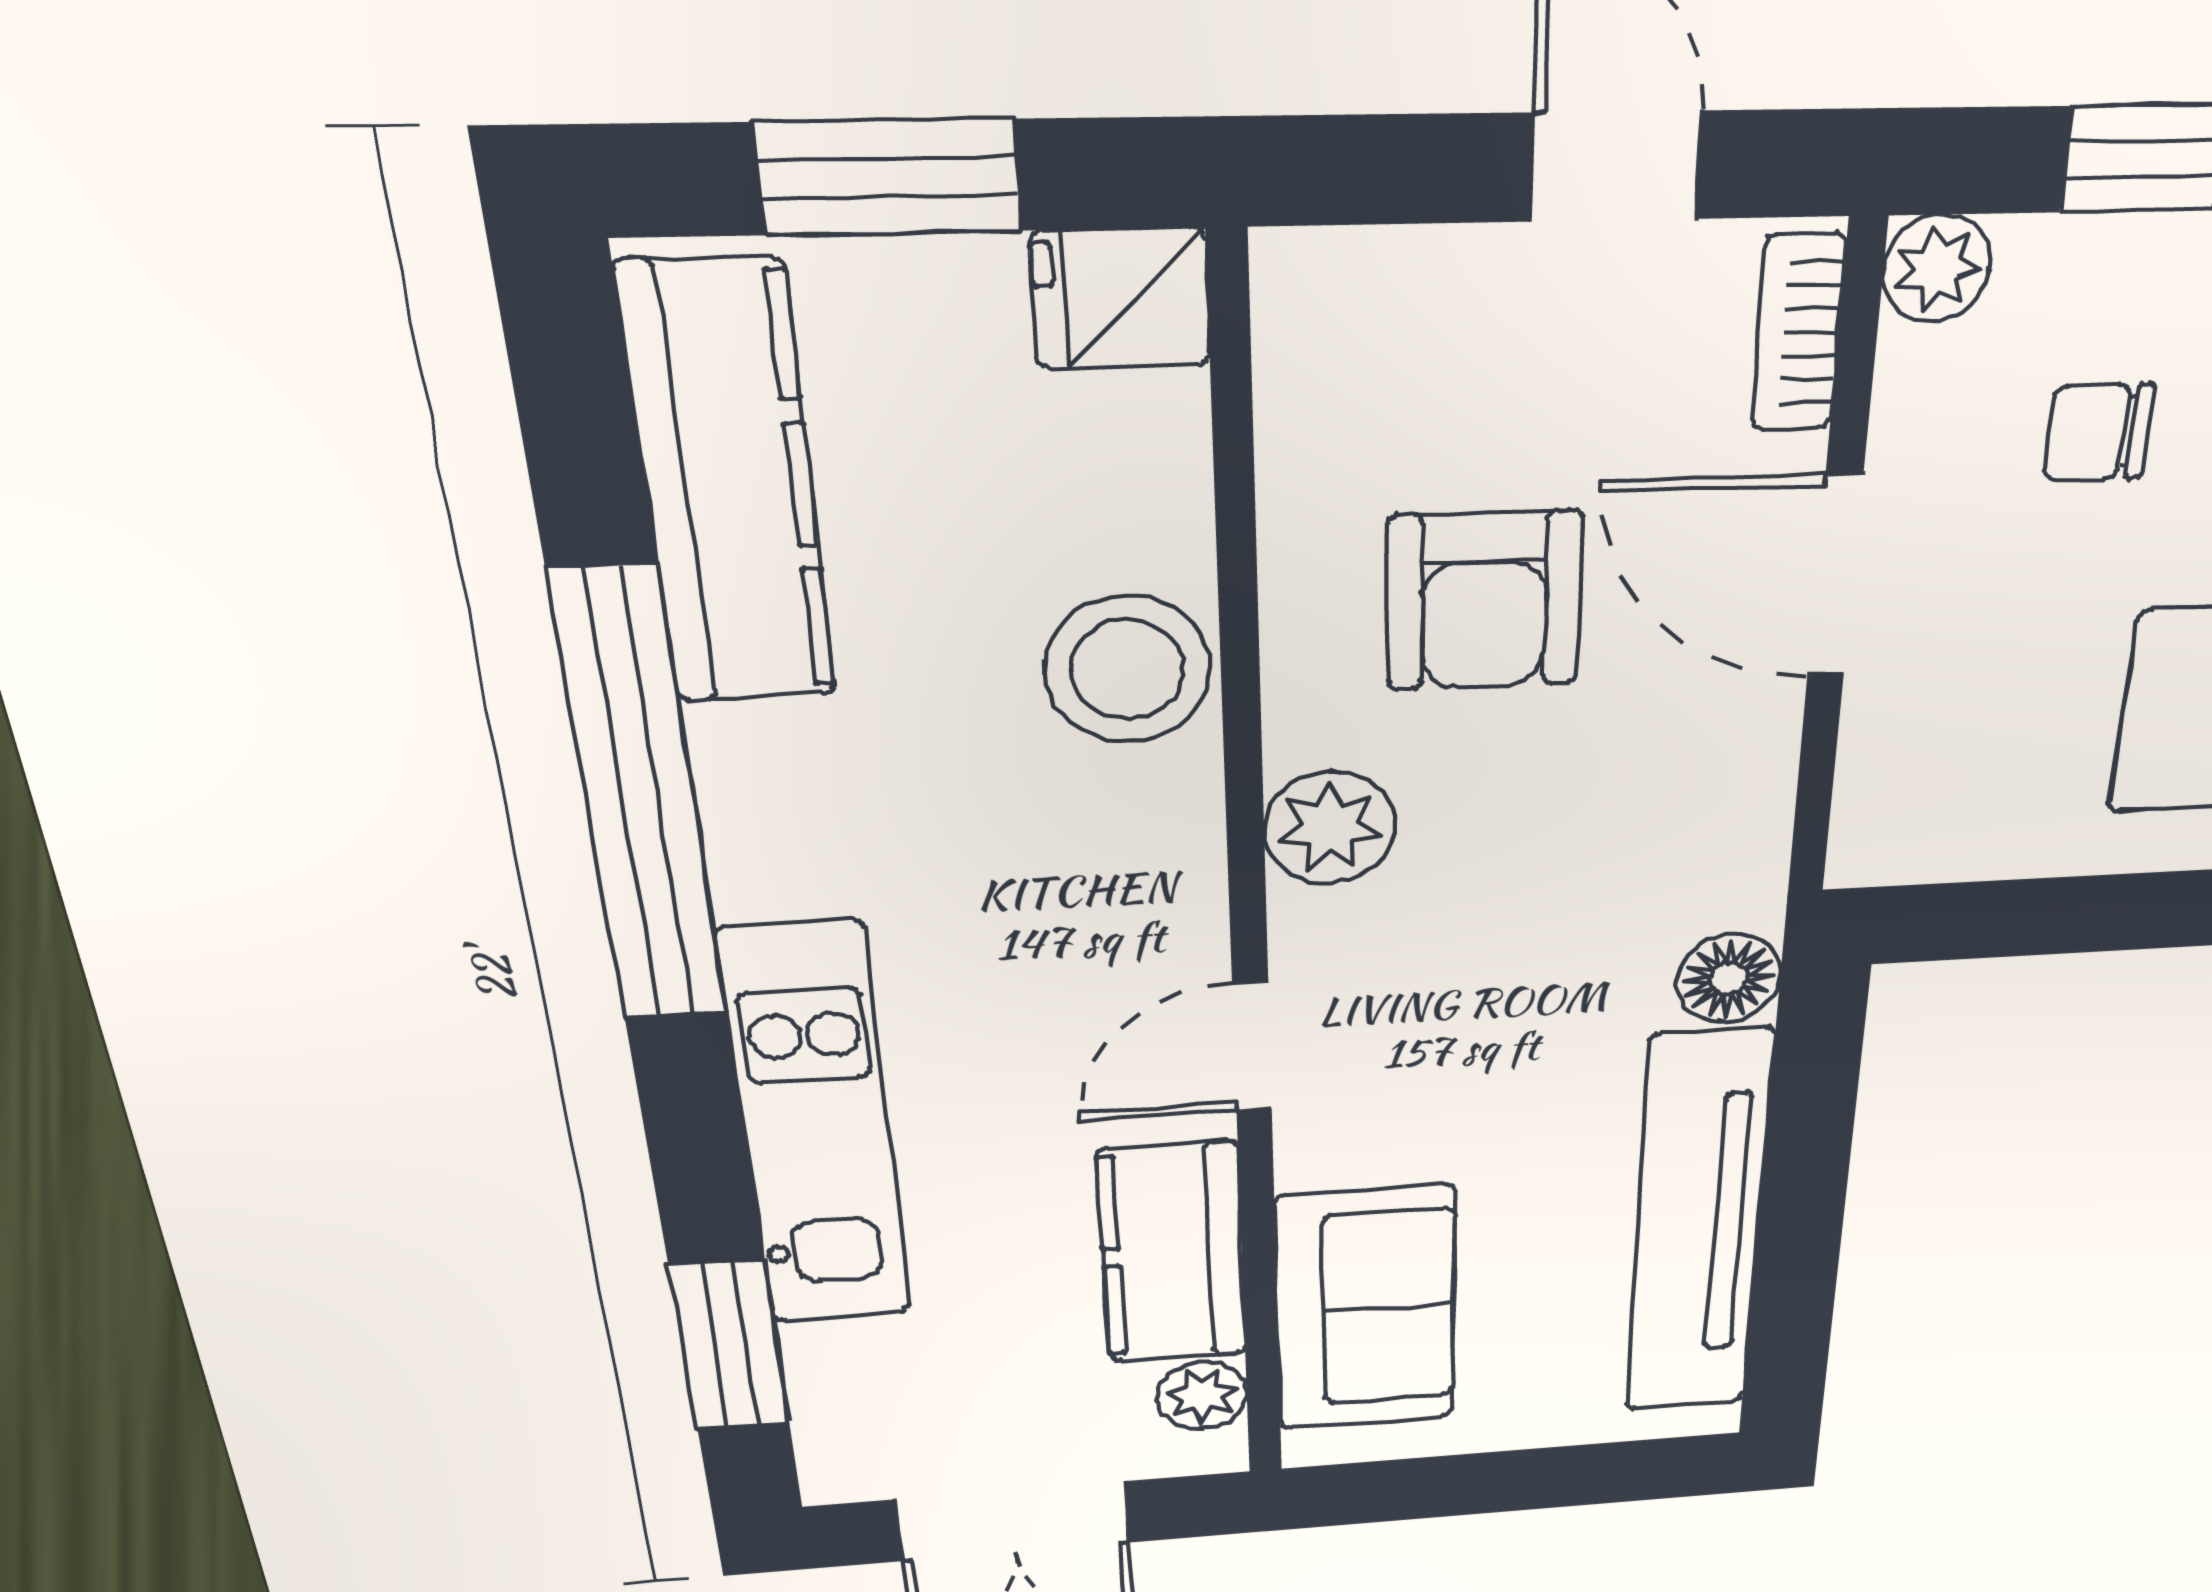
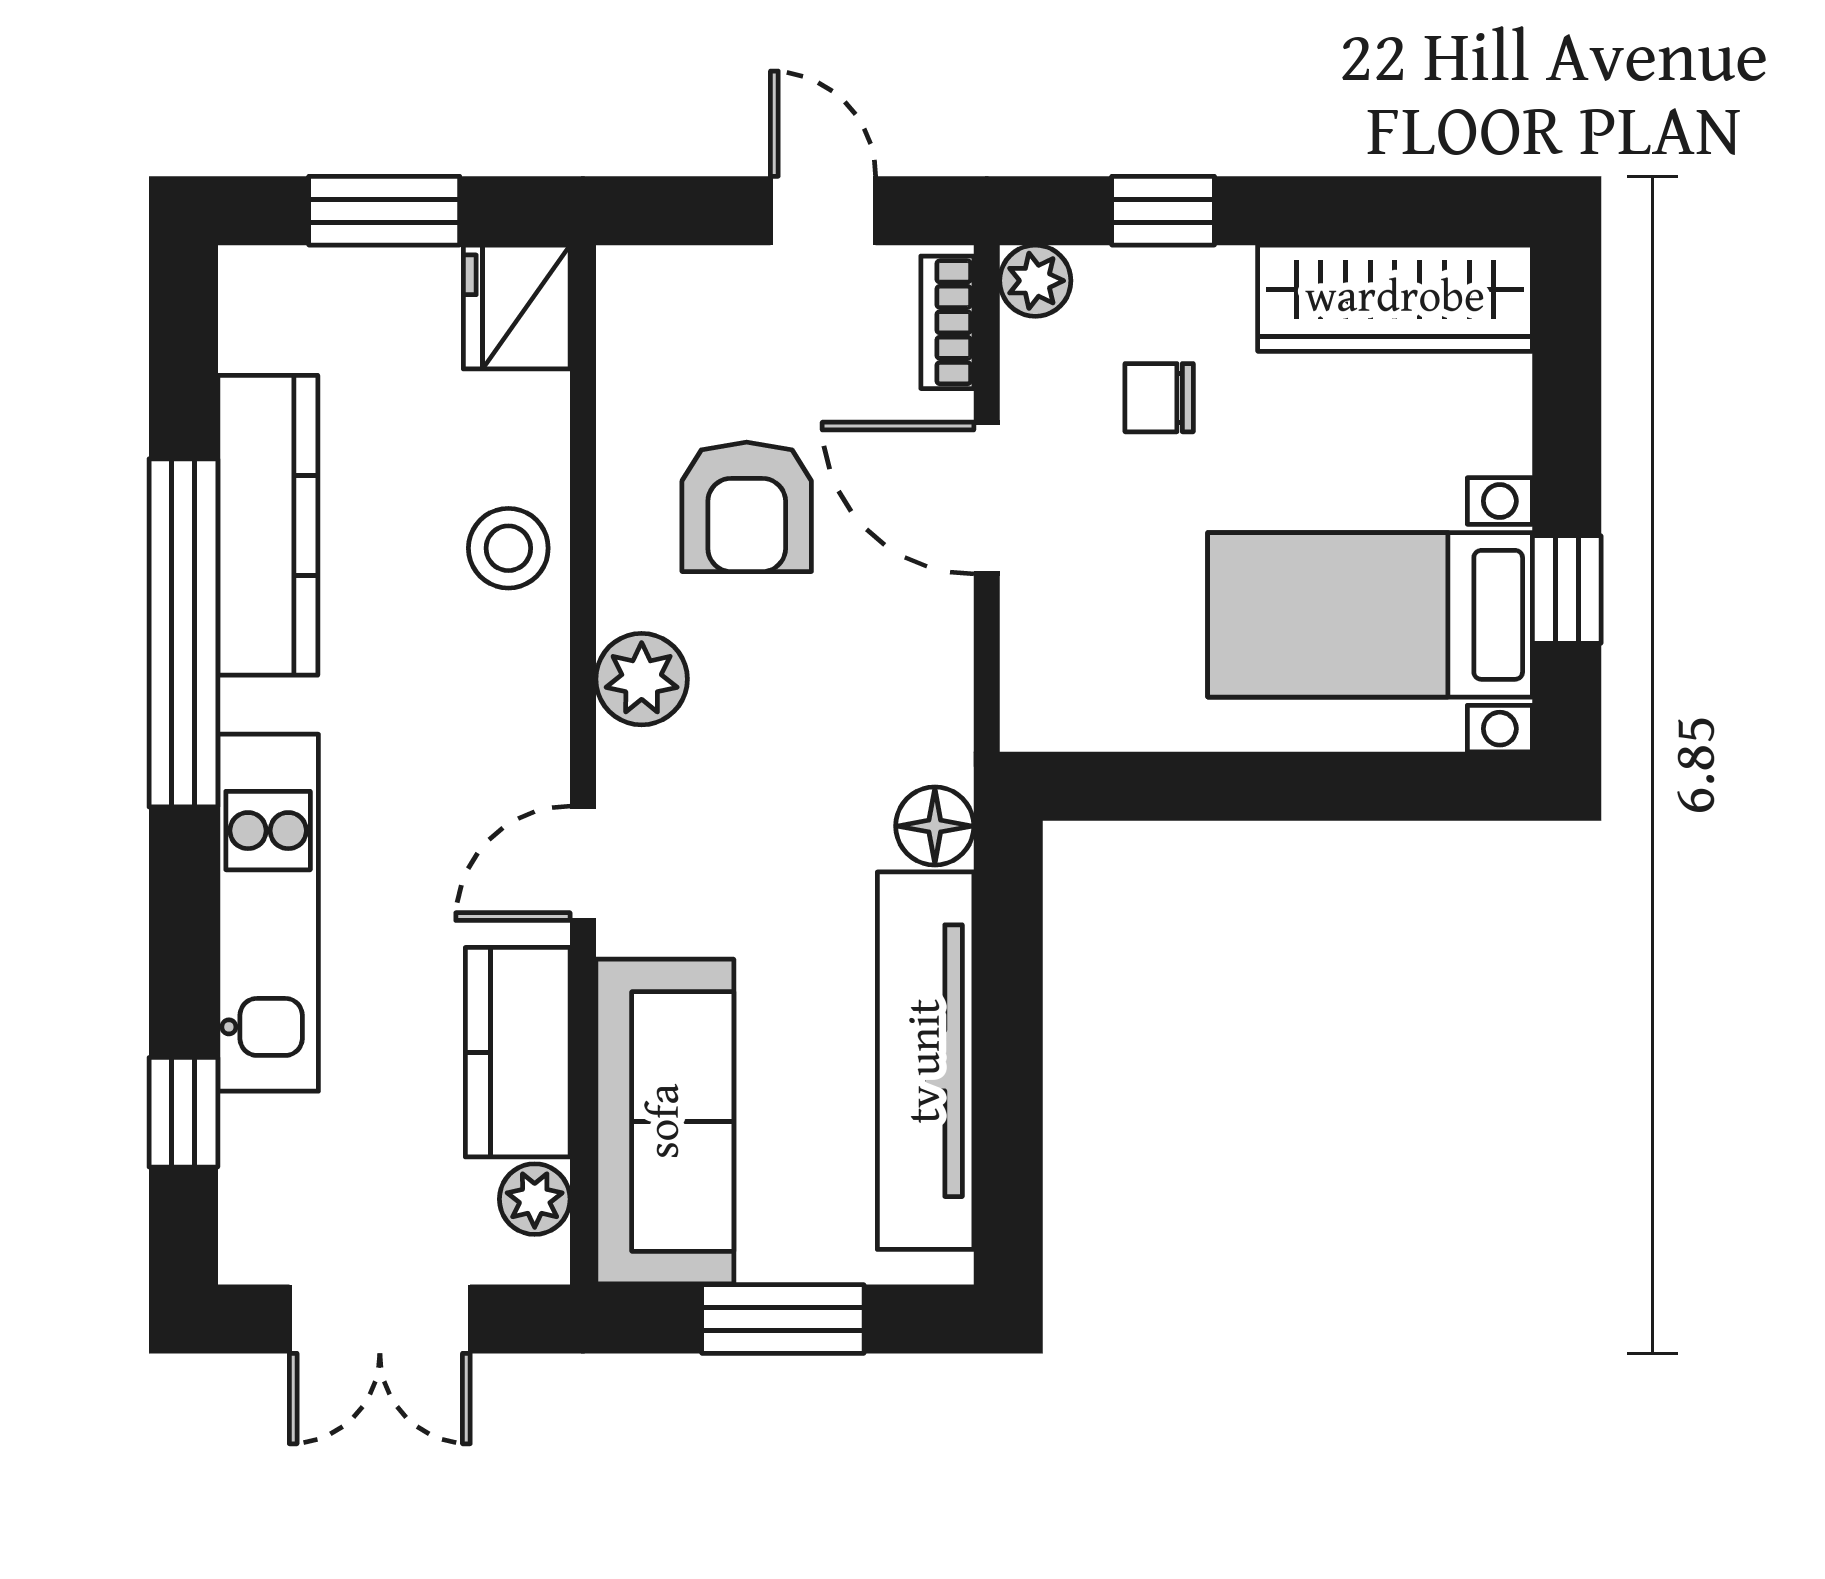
fridge: (1121, 299) -> (517, 307), width x1.38
kitchen counter: (729, 487) -> (268, 525), moved
stool: (1128, 669) -> (508, 548), width x0.73, depth x0.73
sofa: (1366, 1309) -> (665, 1121), width x1.36
window: (730, 1345) -> (183, 1112), width x0.67
window: (1510, 1481) -> (783, 1319), added

